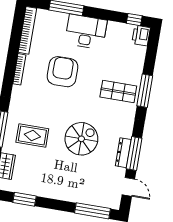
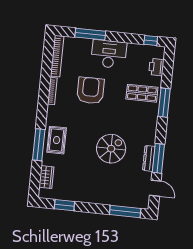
printer: (141, 36) -> (156, 67), moved
shop shelf: (118, 91) -> (142, 93), moved
rug: (32, 135) -> (57, 140), moved, turned 90

